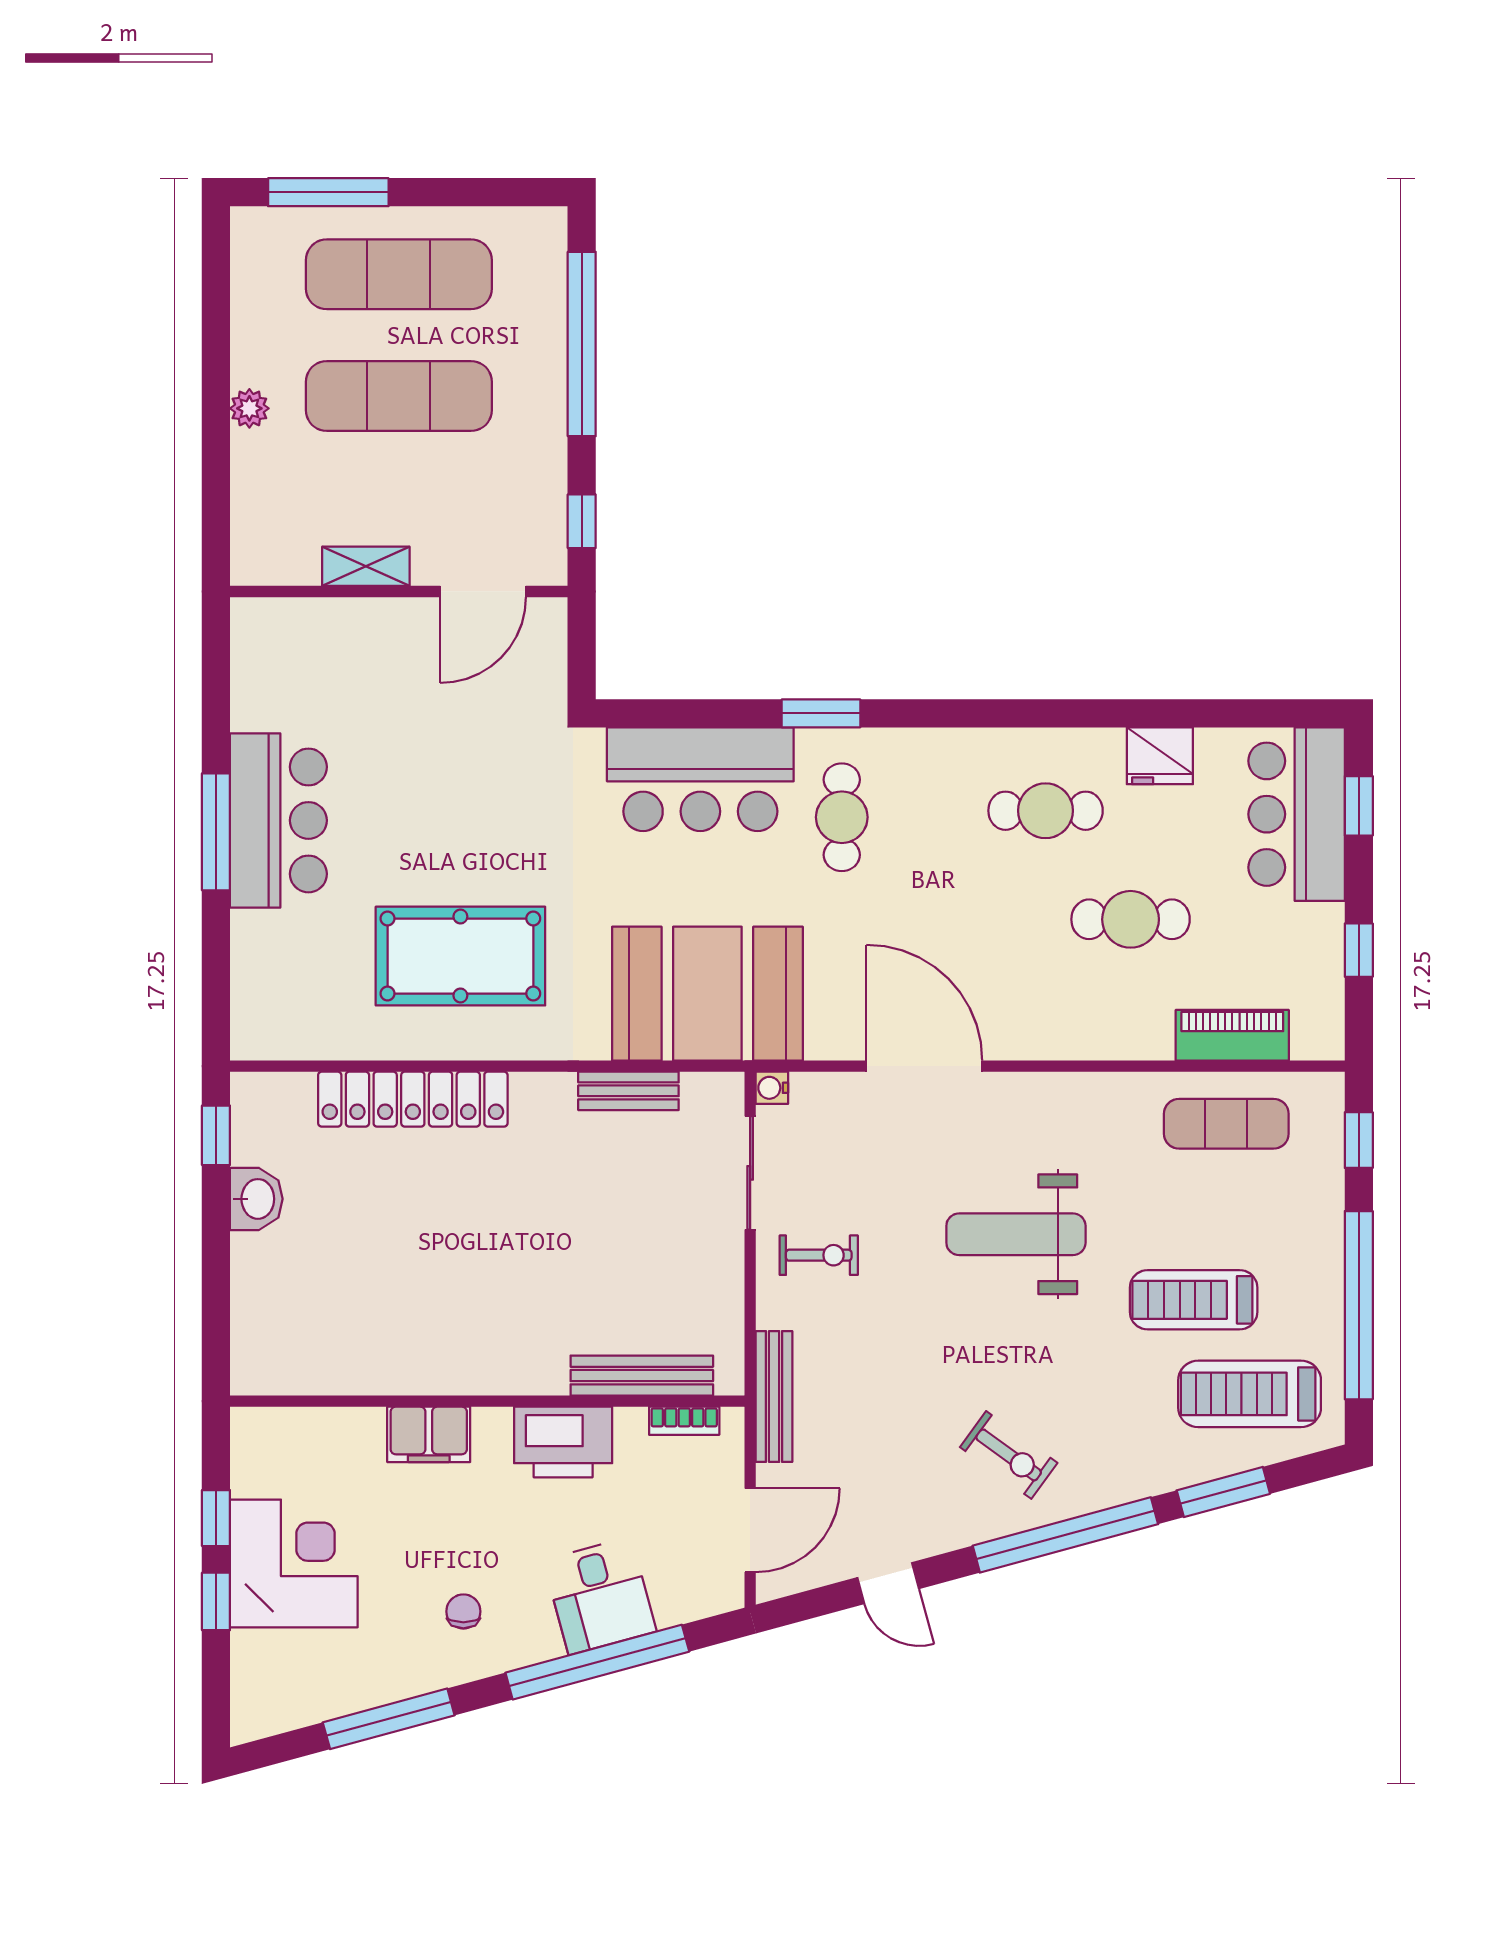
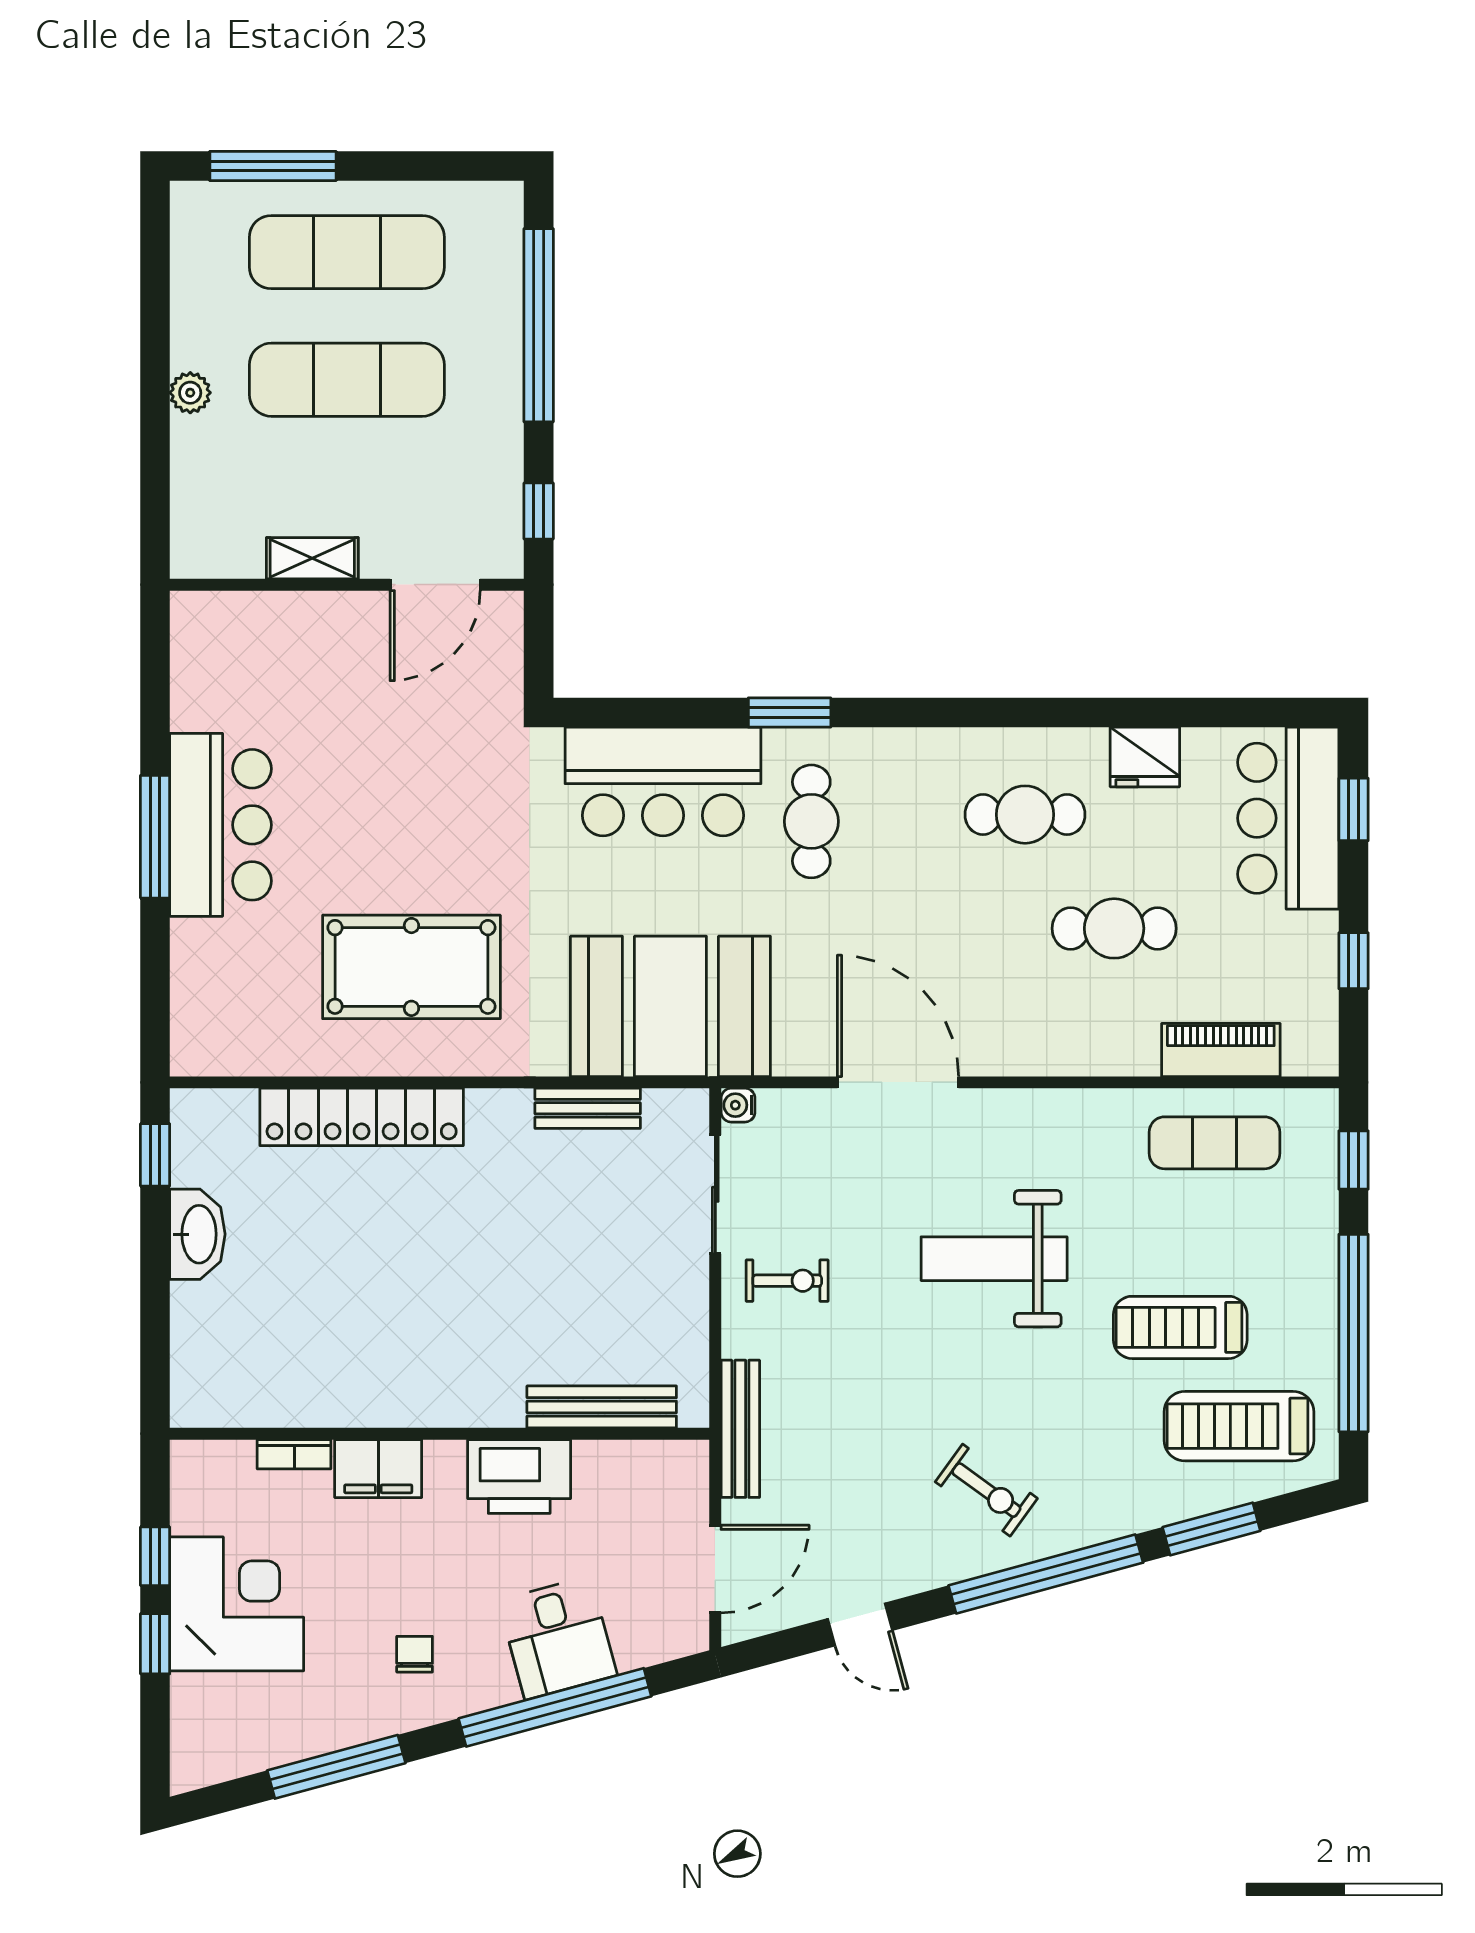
washbasin: (256, 1199) -> (197, 1234), width x1.38
bookcase: (684, 1421) -> (294, 1454), moved

